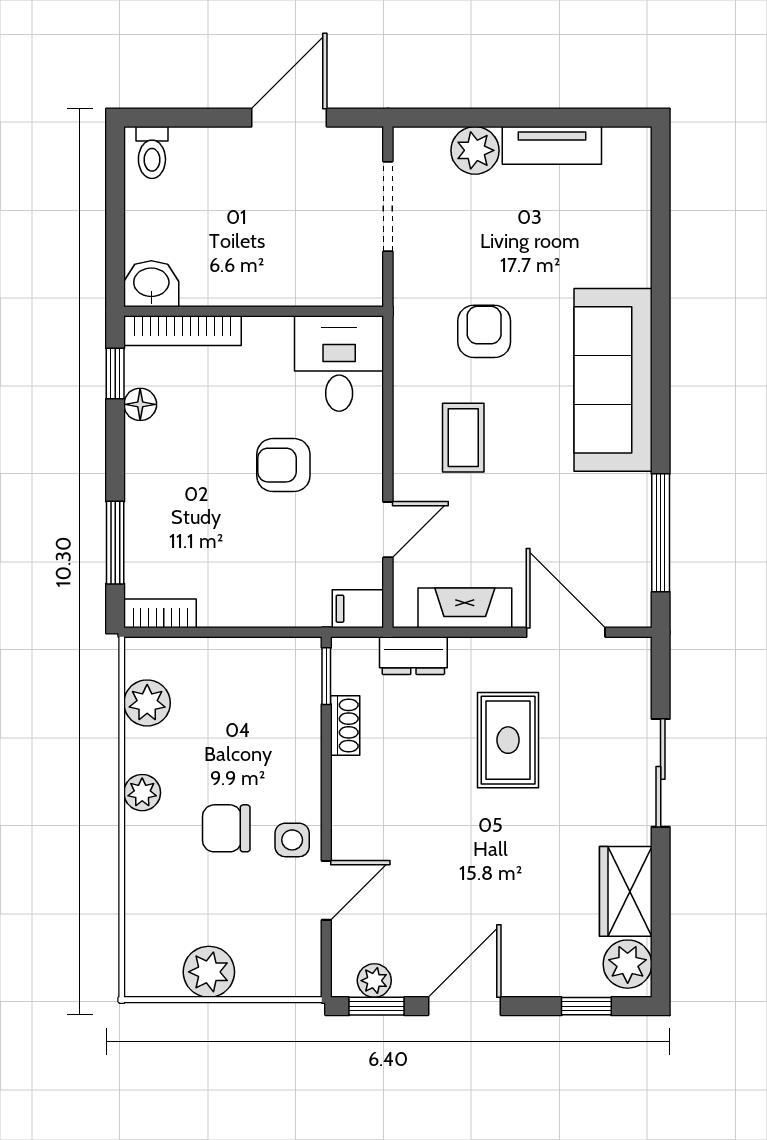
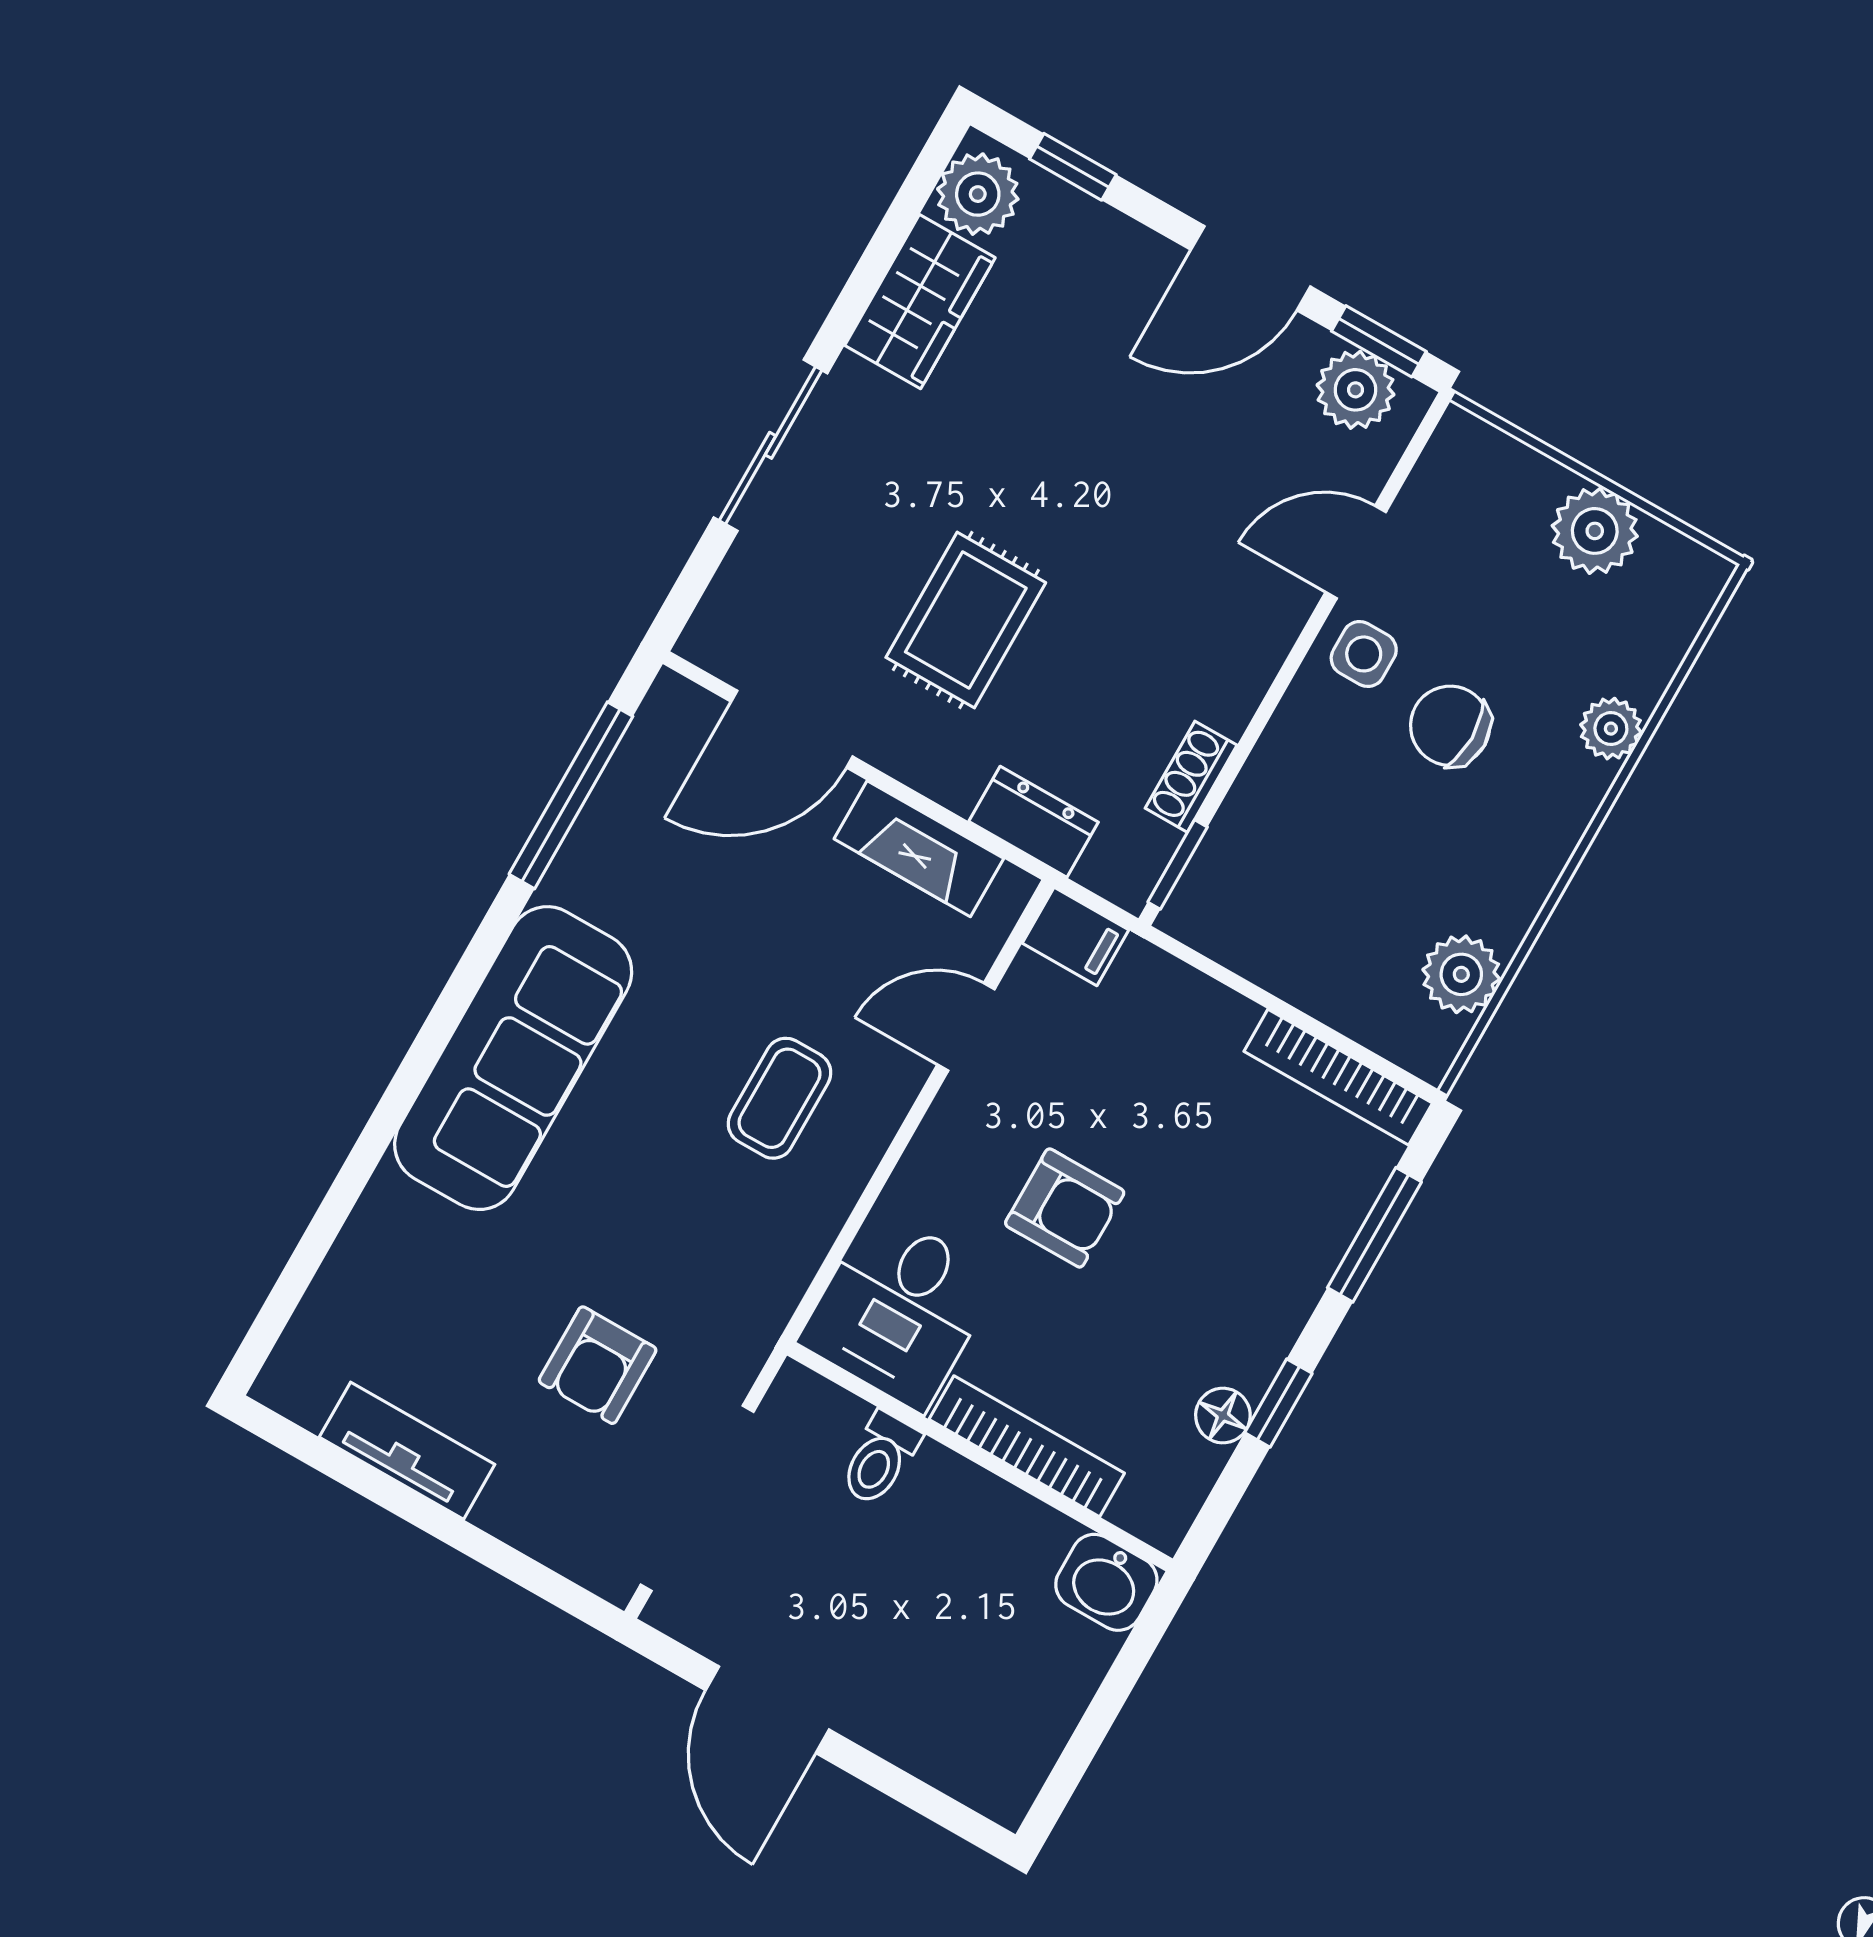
door: (289, 118) -> (767, 1710), hinge flipped
plant: (475, 150) -> (523, 1507), removed
toilet: (152, 152) -> (880, 1459), moved, turned 180
doorway: (388, 206) -> (697, 1498), width x1.36
bookcase: (182, 331) -> (1027, 1446), moved
armchair: (484, 331) -> (598, 1365), moved
window: (115, 374) -> (1278, 1403), moved
bookcase: (160, 613) -> (1338, 1077), width x1.56
door: (566, 632) -> (792, 729), hinge flipped
plant: (142, 793) -> (1611, 729), moved
chair: (226, 828) -> (1450, 726), turned 180
plant: (374, 981) -> (1355, 390), width x1.38, depth x1.38

